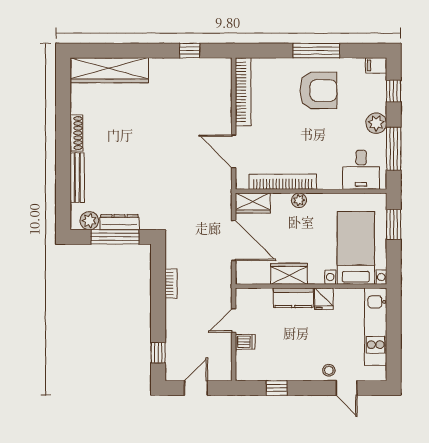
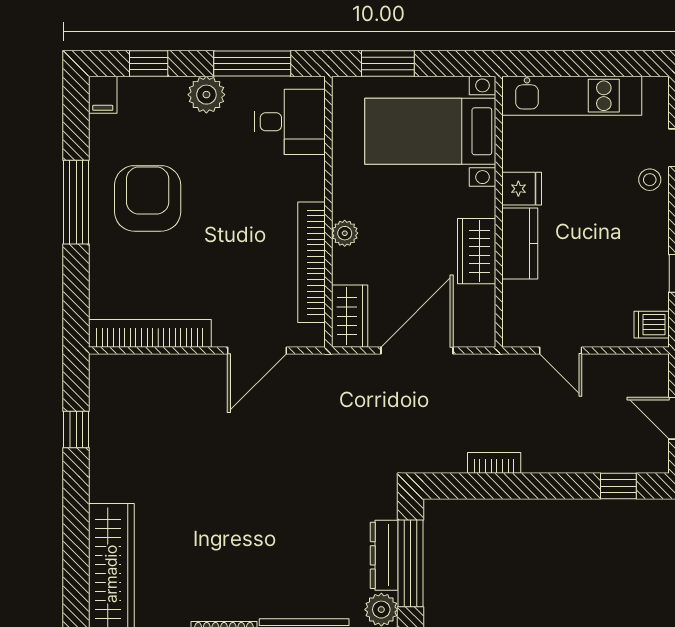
dishwasher: (245, 342) -> (652, 325), moved, turned -90

